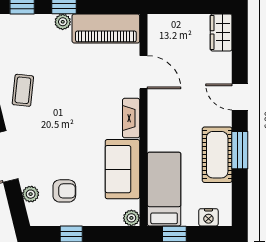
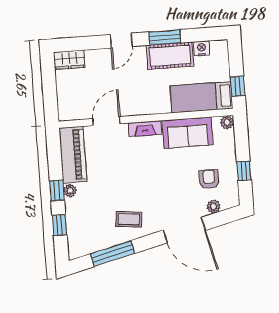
nightstand: (208, 217) -> (202, 48), moved, turned -90

